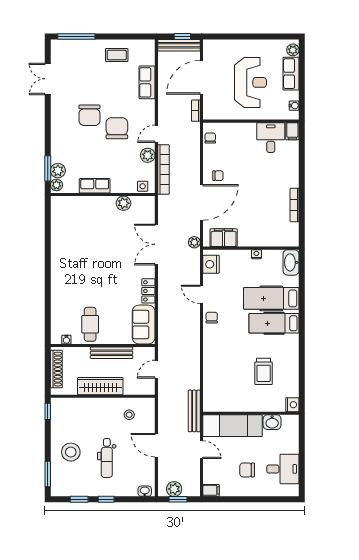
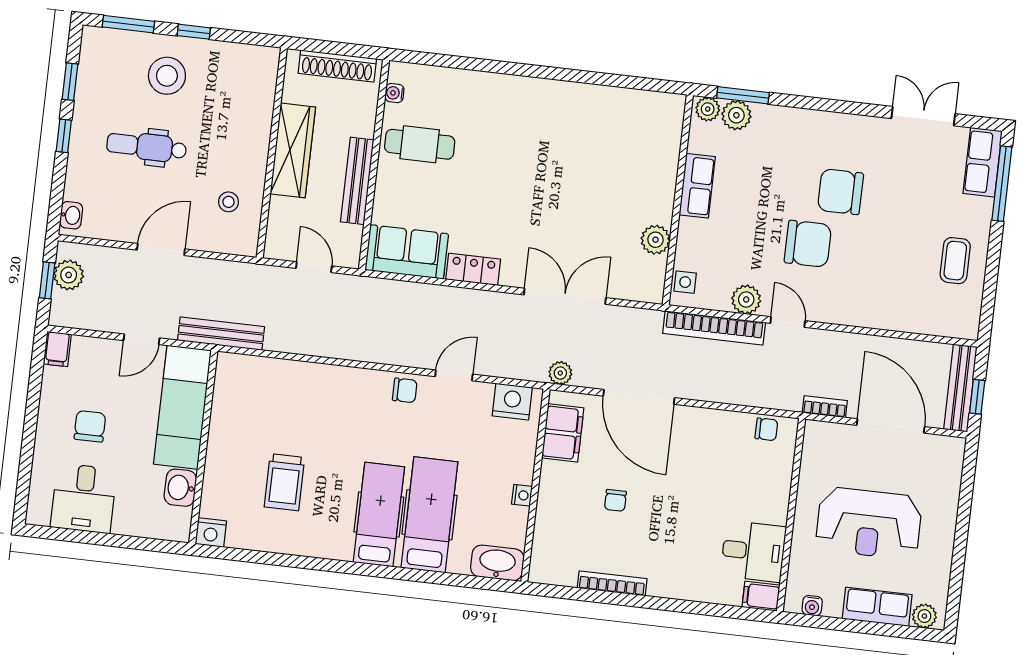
row of seats: (147, 82) -> (983, 162), moved, turned -90
chair: (218, 176) -> (615, 500), moved
trolley: (264, 371) -> (284, 482), turned -90
window: (48, 411) -> (194, 32), moved

